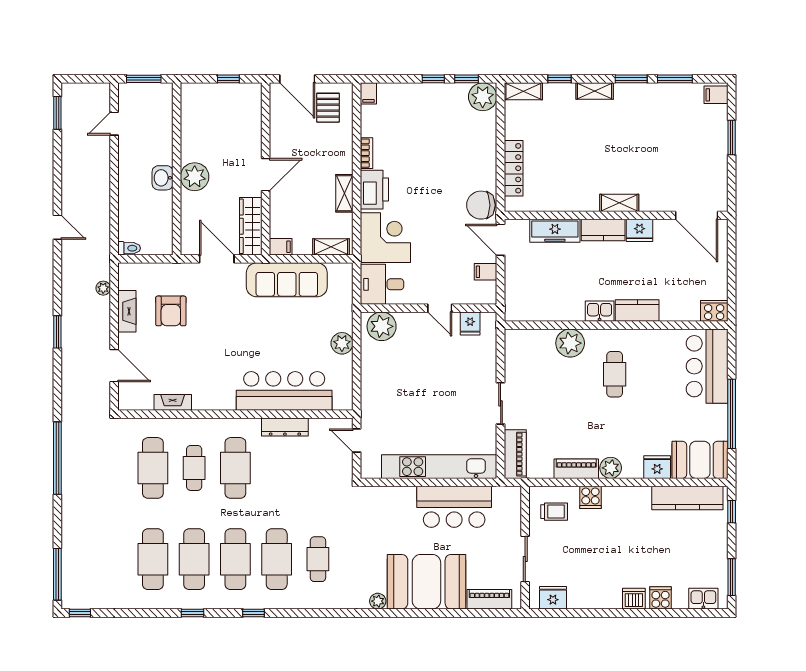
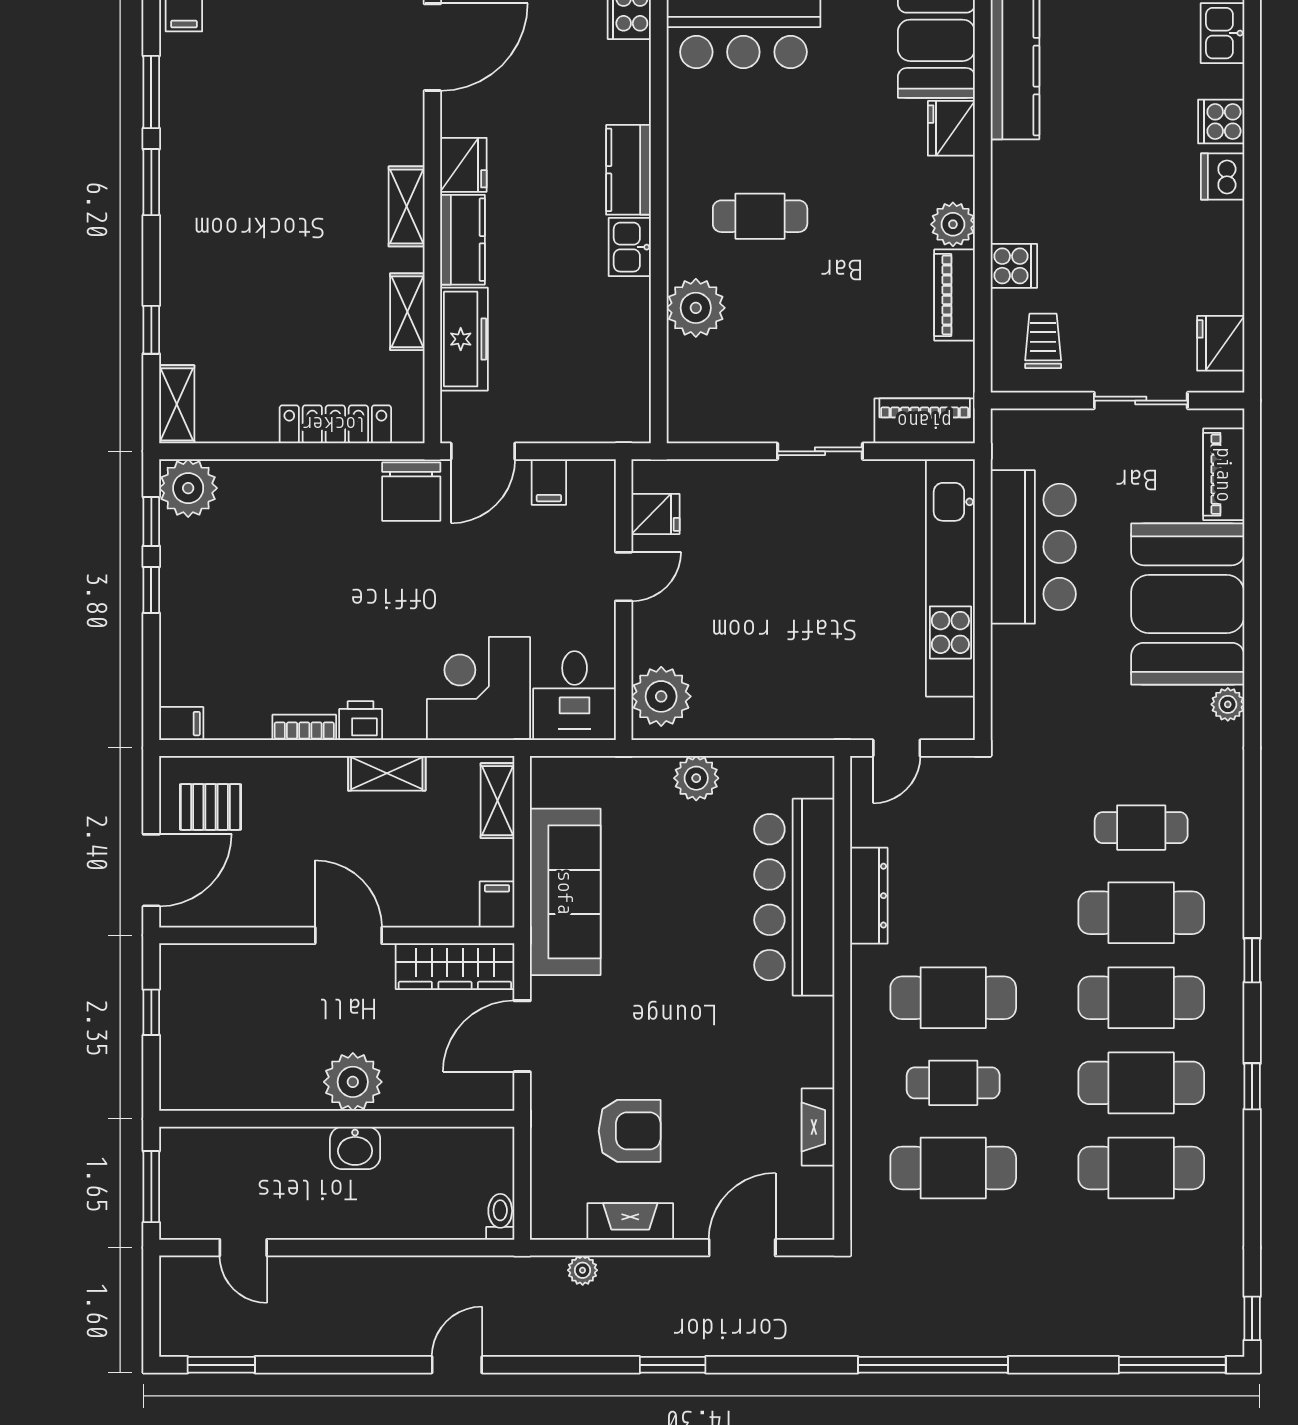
shelving: (595, 91) -> (407, 312), moved
printer: (374, 190) -> (361, 721), width x0.53, depth x0.68

